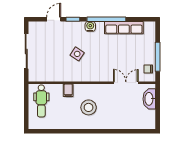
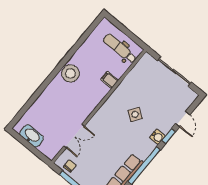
water cooler: (90, 26) -> (157, 137), moved
washbasin: (149, 99) -> (32, 136), moved
stool: (89, 107) -> (70, 73), moved

